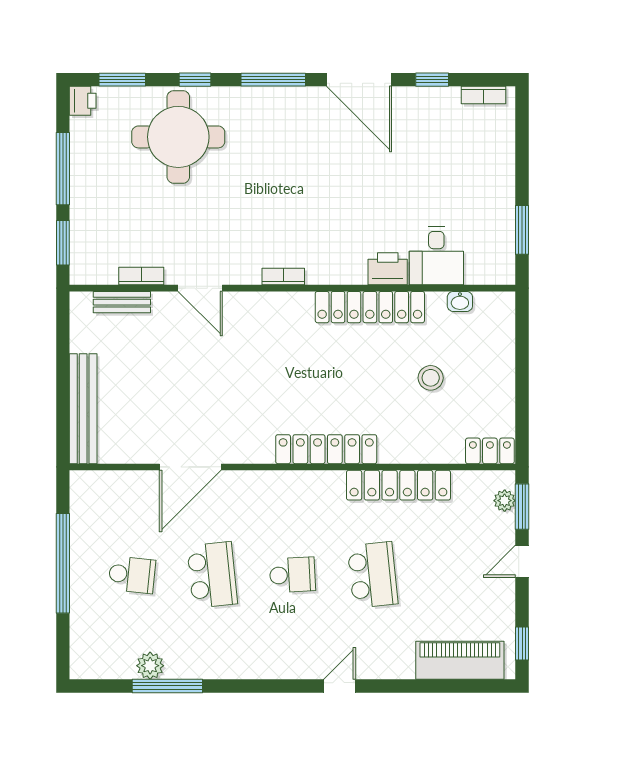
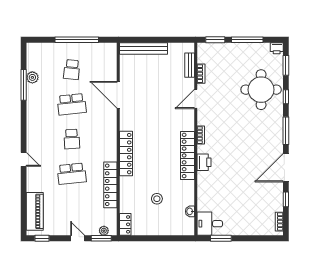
desk: (436, 256) -> (210, 224), moved
printer: (388, 269) -> (204, 162), moved
locker: (370, 307) -> (187, 155), moved

